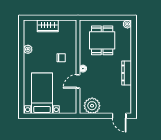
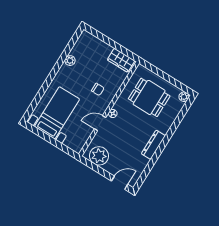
wardrobe: (48, 26) -> (121, 60), moved
dining table: (102, 40) -> (149, 97), turned 90
door: (119, 116) -> (120, 183), swing flipped

